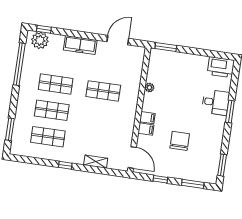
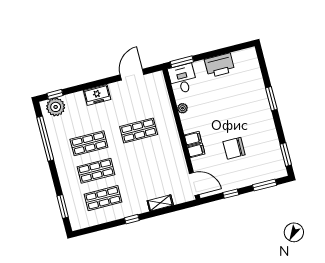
freezer: (80, 45) -> (97, 95), width x0.71
printer: (221, 67) -> (220, 65), moved
desk: (216, 102) -> (183, 79), moved, turned -90
chair: (180, 141) -> (234, 148), turned -90

